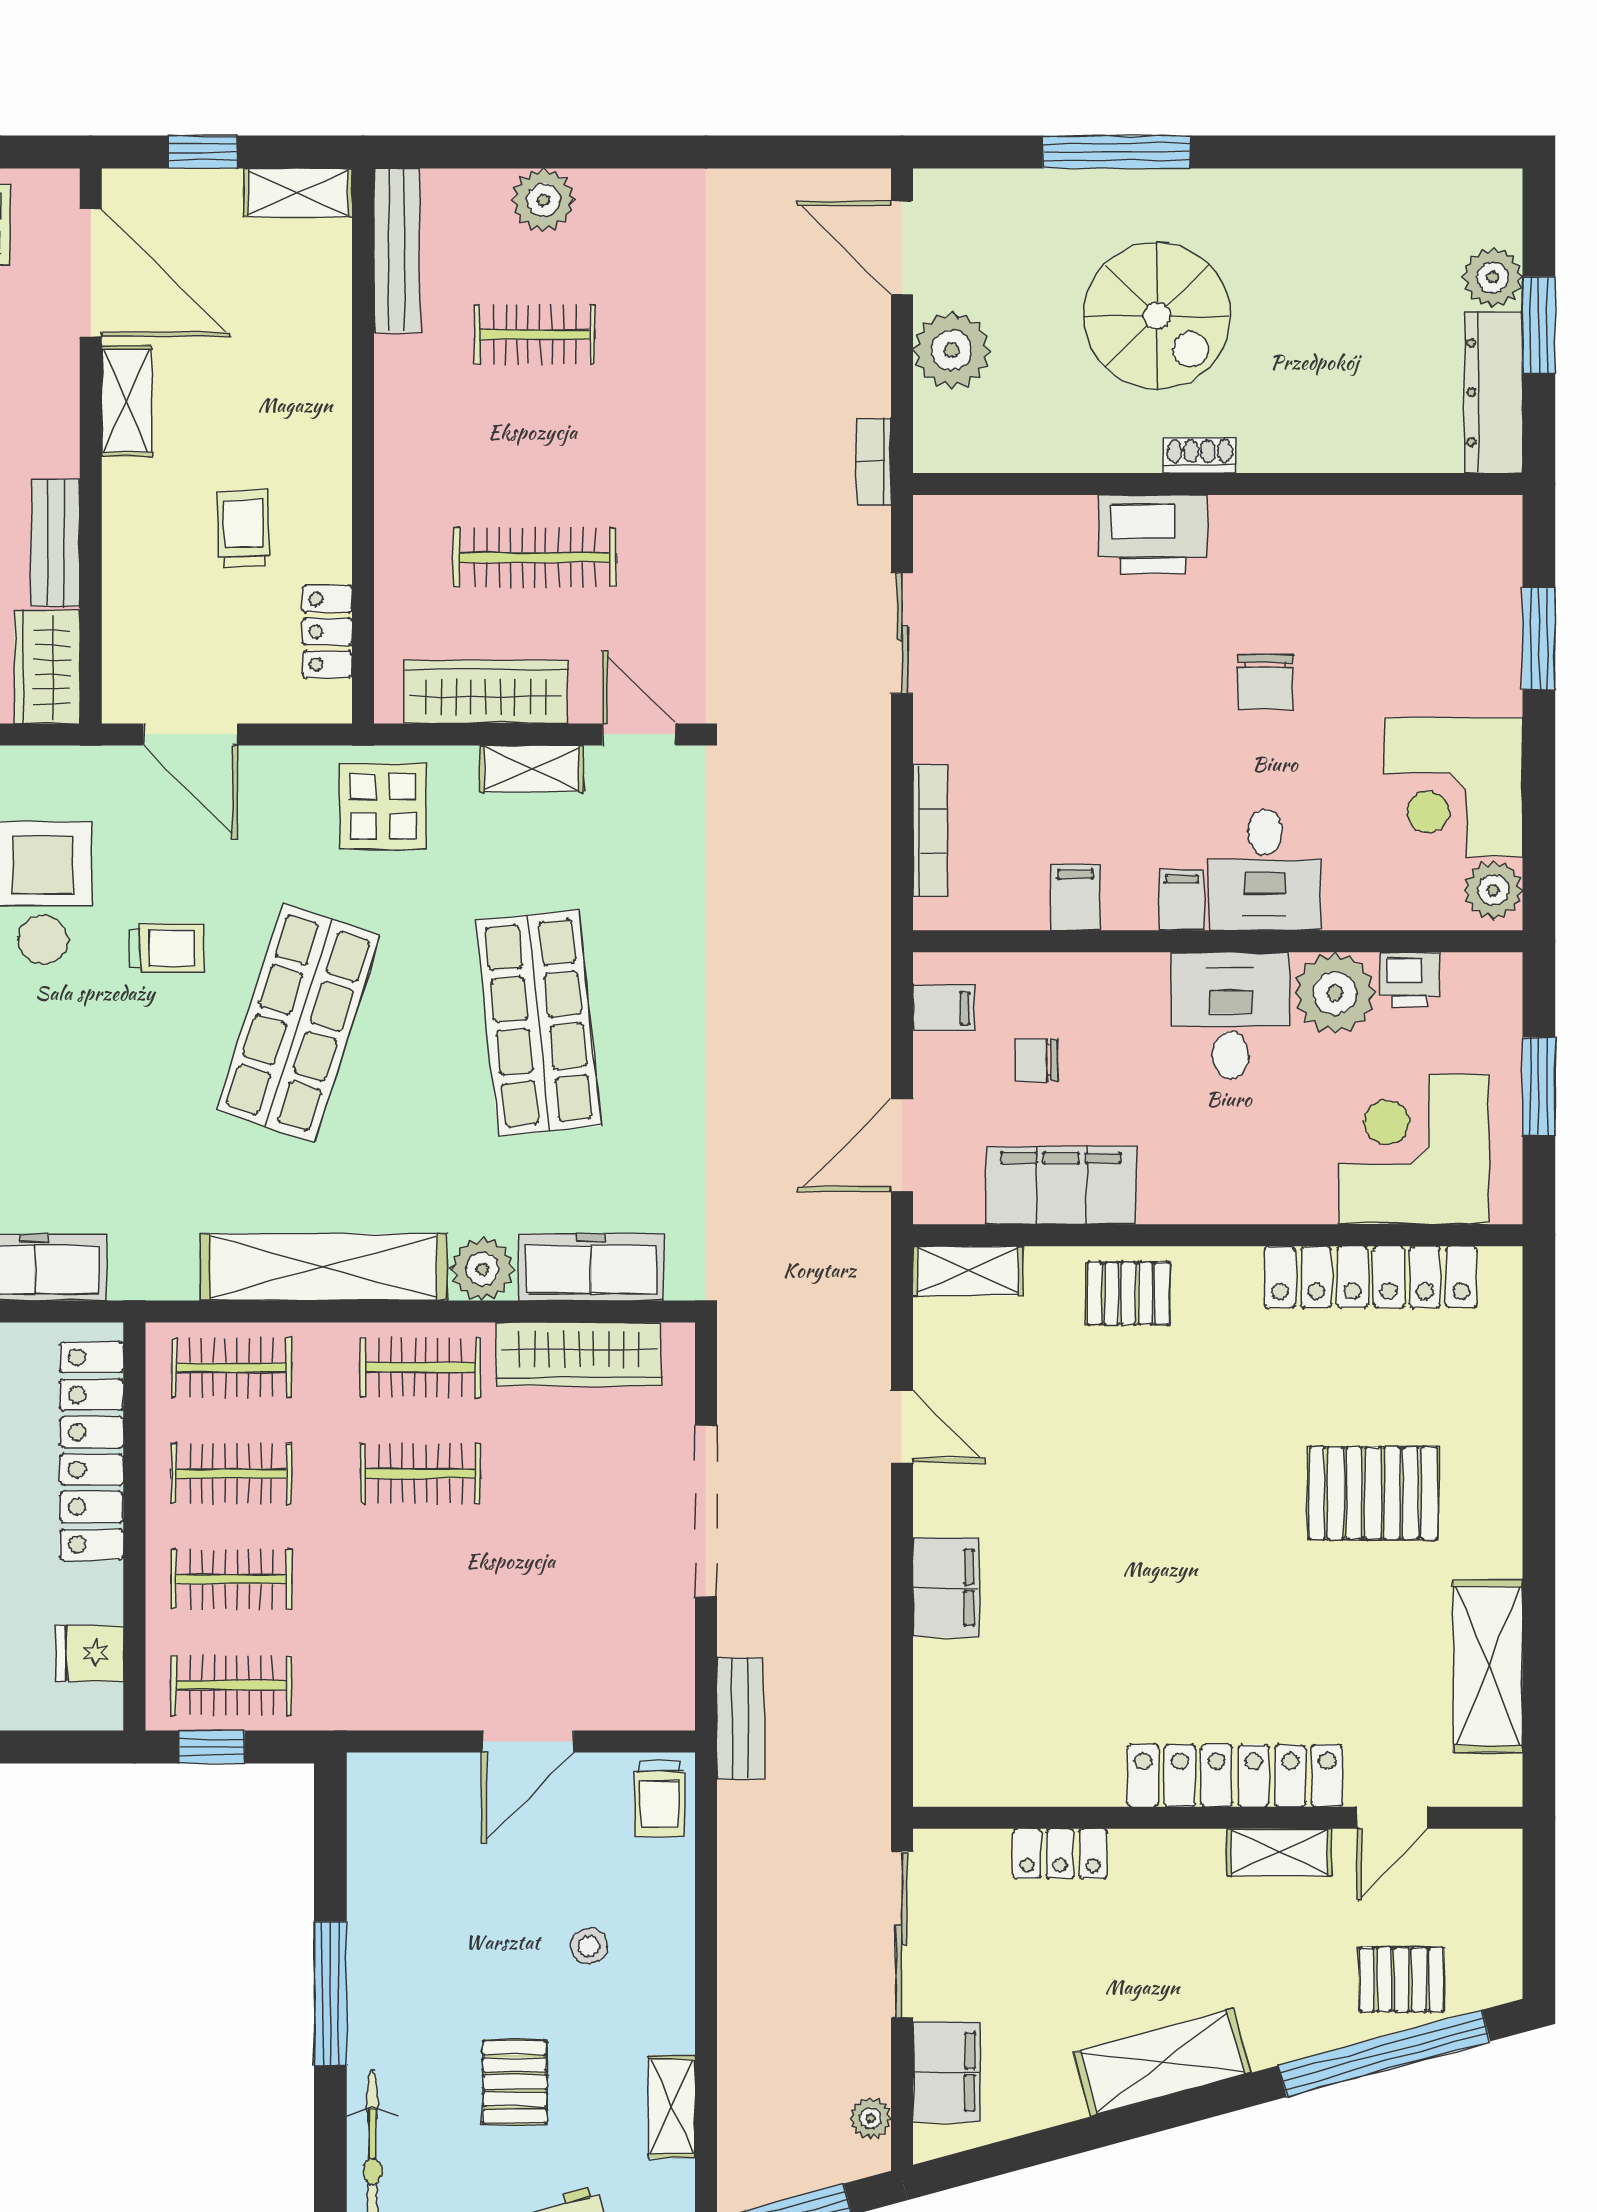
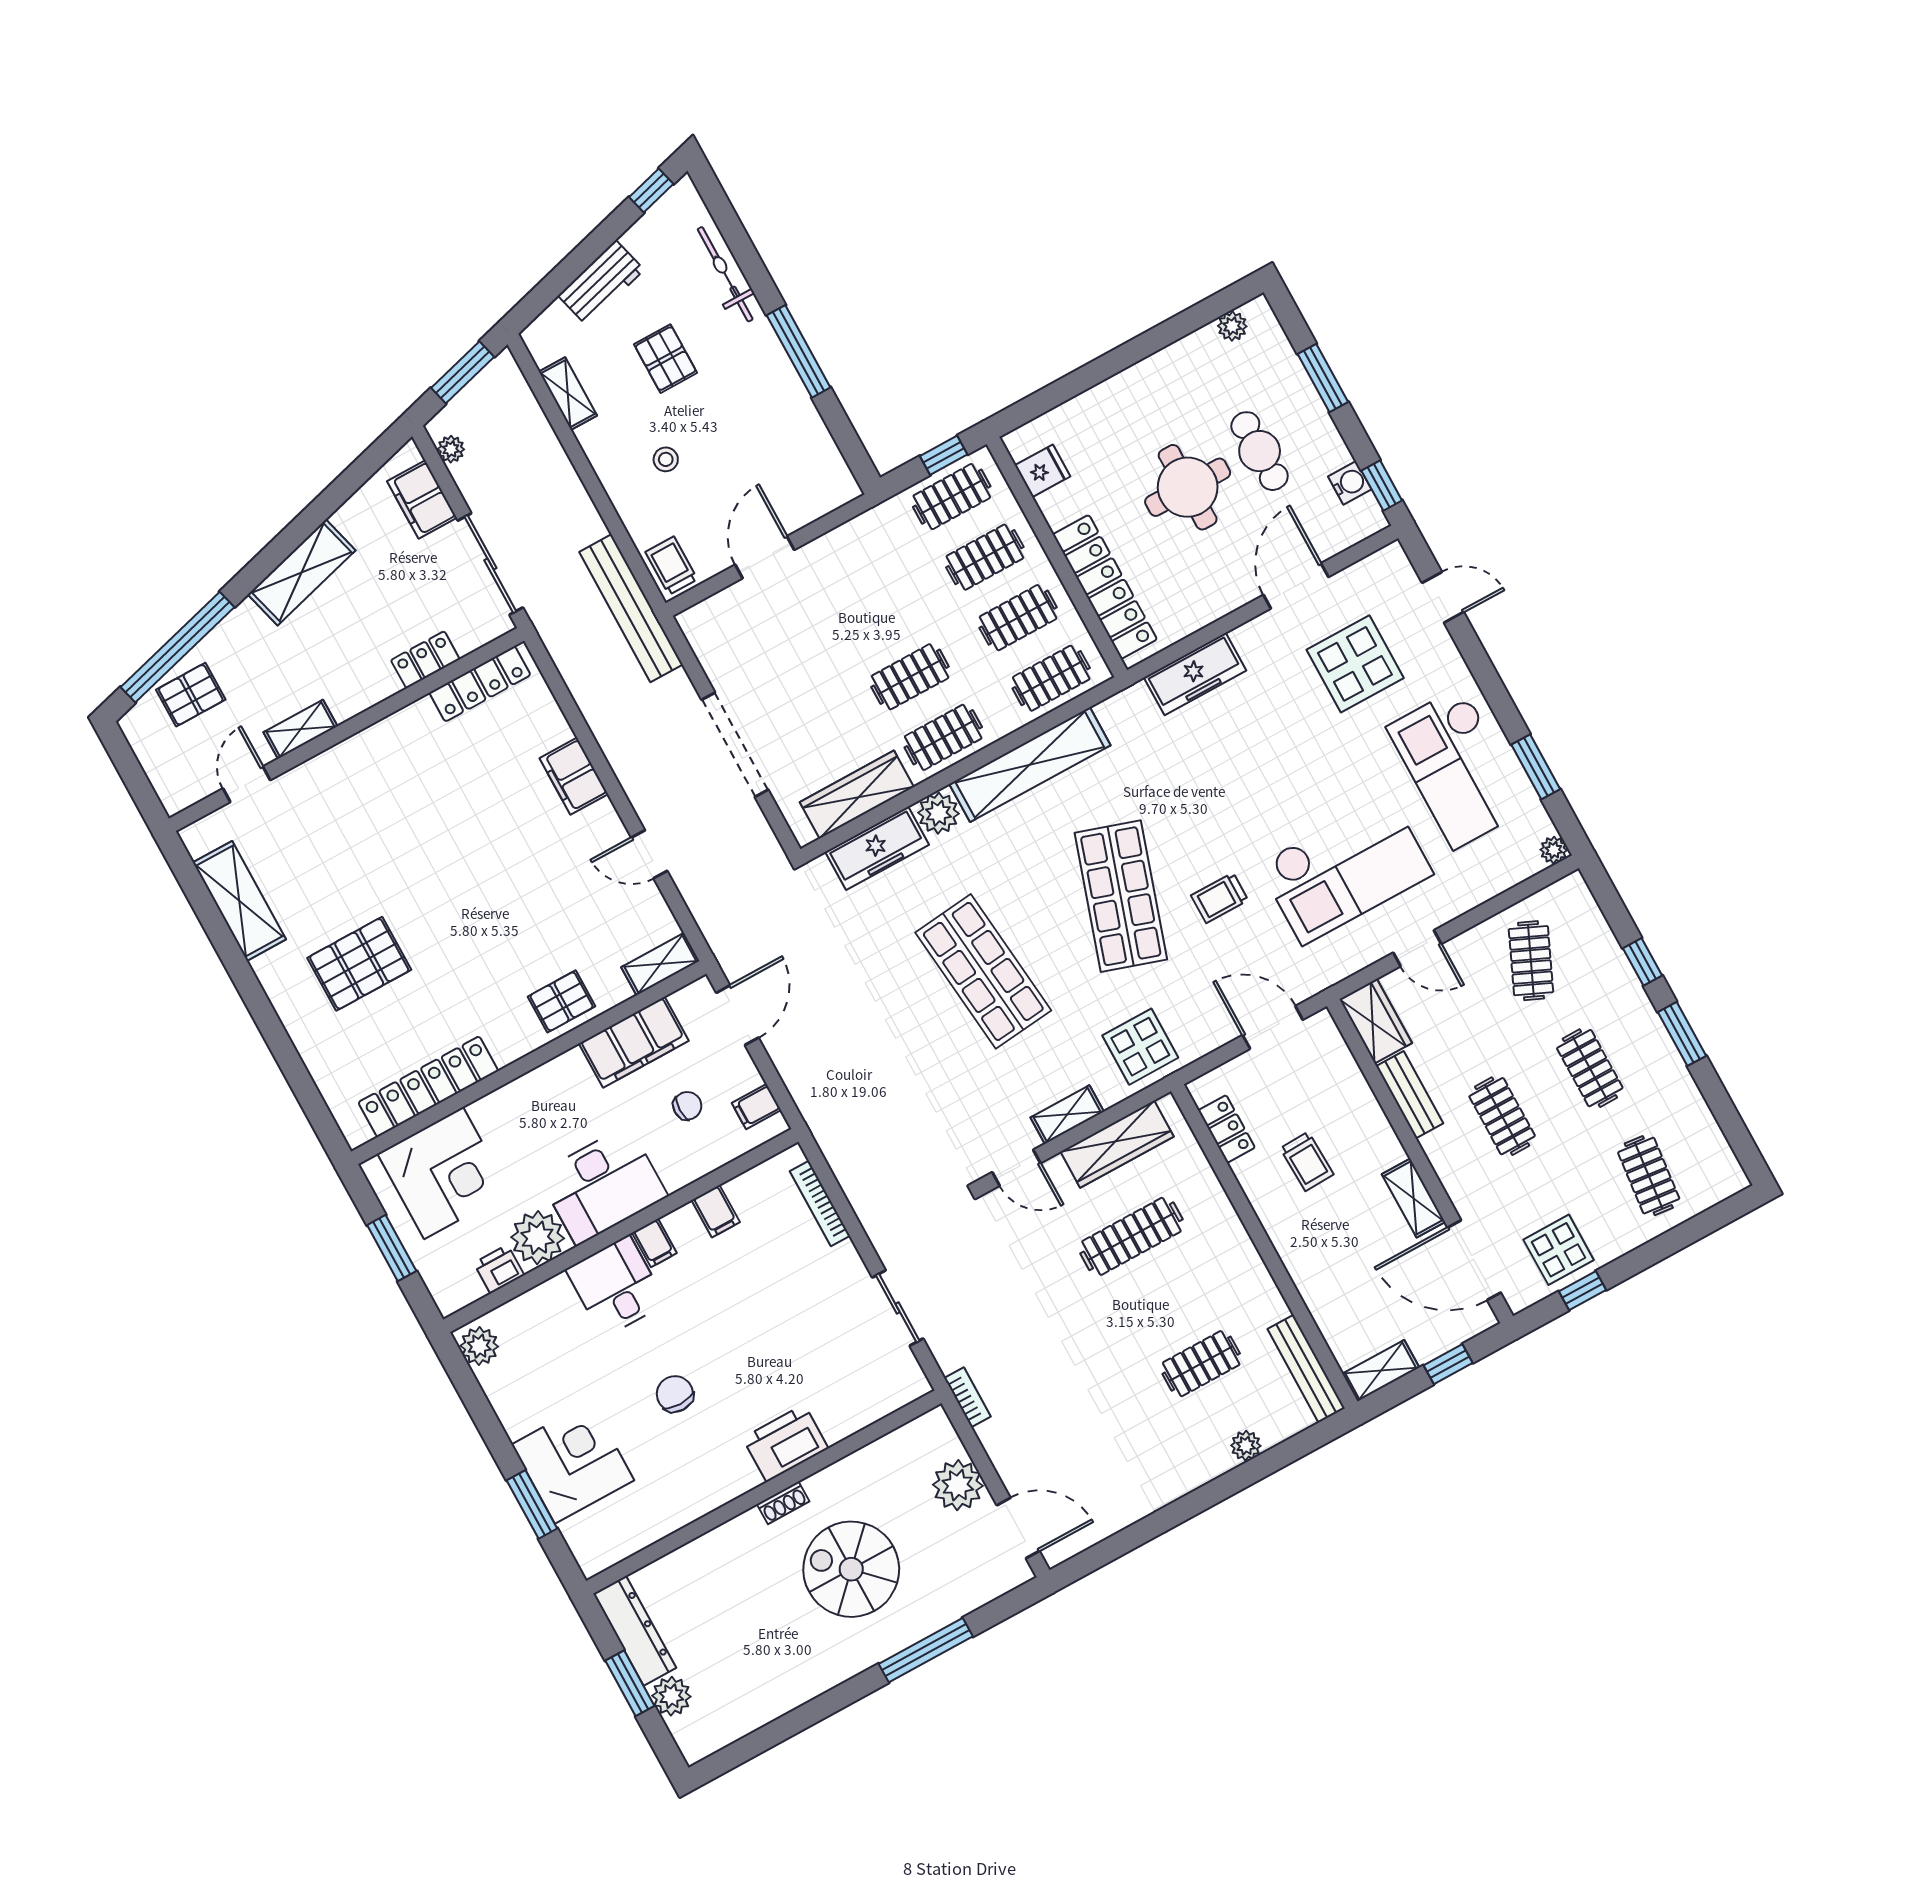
plant: (543, 200) -> (1246, 1446), width x0.73, depth x0.73
corner desk: (1453, 787) -> (573, 1462), moved
desk: (1231, 1016) -> (603, 1185), width x1.37
bench: (740, 1719) -> (631, 608), width x1.86, depth x1.21
locker: (1235, 1776) -> (480, 684), moved, width x0.71, depth x0.83

